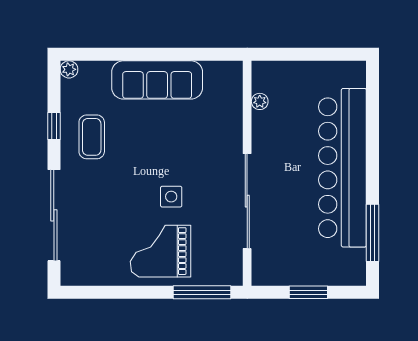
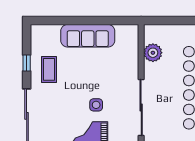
plant: (69, 69) -> (36, 29), removed
plant: (260, 101) -> (153, 53), width x1.88, depth x1.88

